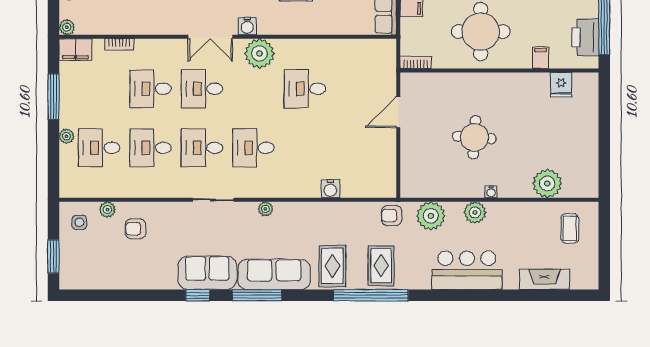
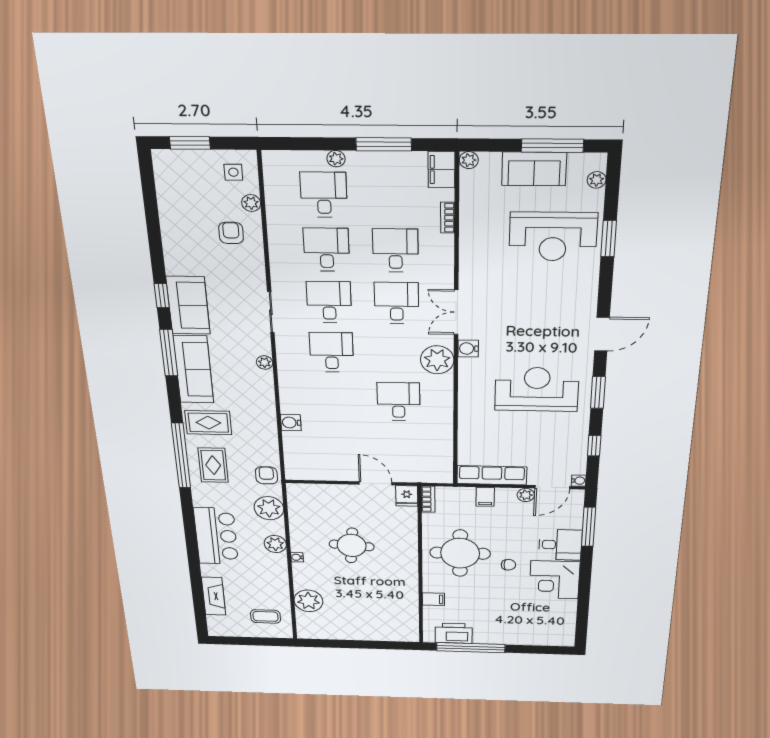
fridge: (561, 85) -> (407, 496), moved, turned -90
rug: (381, 266) -> (213, 465), turned 90

